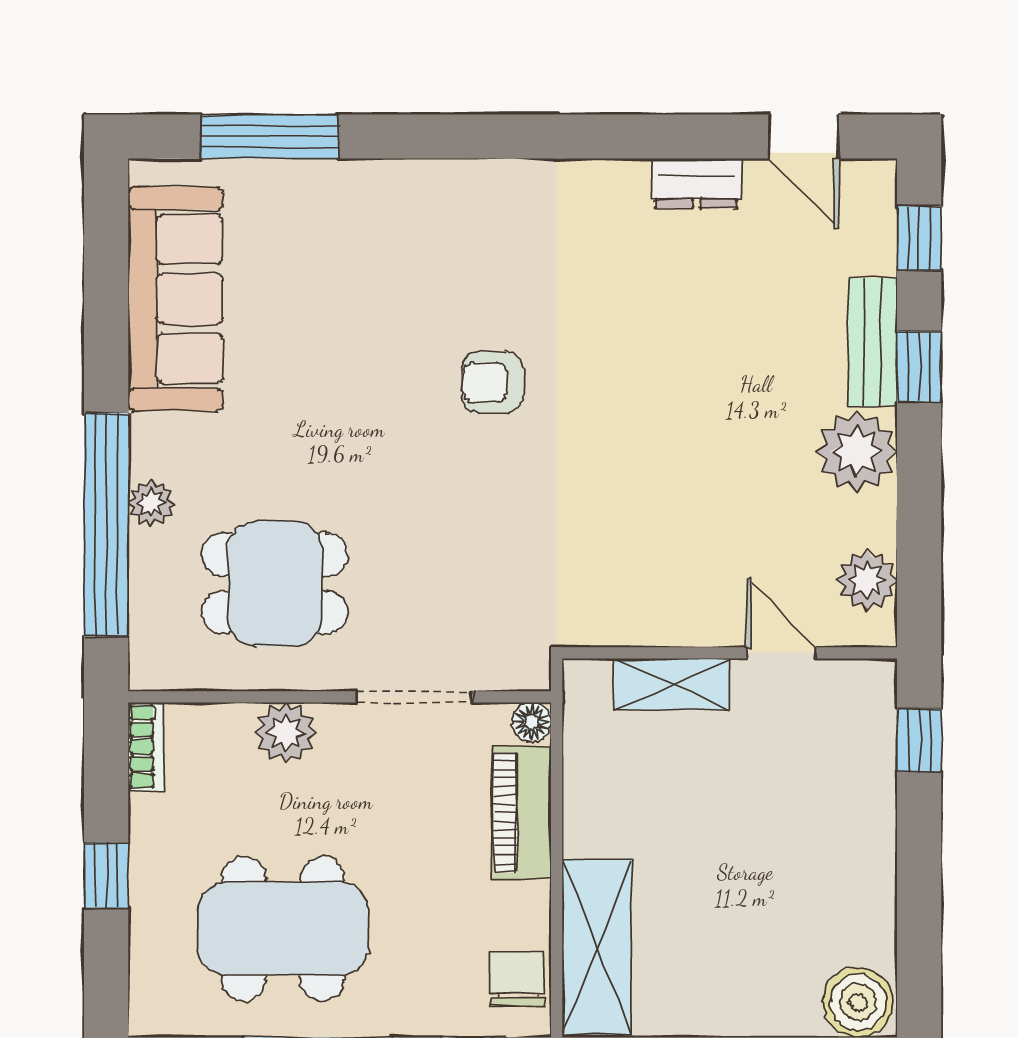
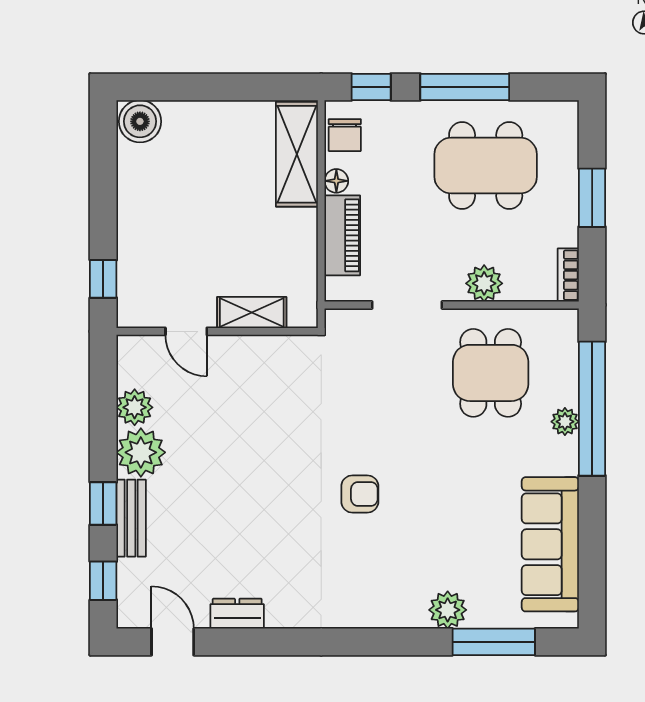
plant: (346, 190) -> (448, 610), added
plant: (867, 581) -> (135, 407), moved
dining table: (275, 584) -> (491, 373), turned 90
floor lamp: (531, 722) -> (336, 181), moved
window: (106, 875) -> (592, 198), width x1.50

